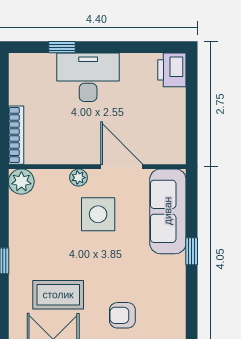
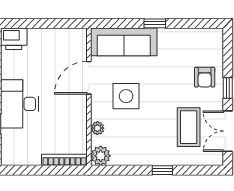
plant: (79, 178) -> (97, 128), moved

